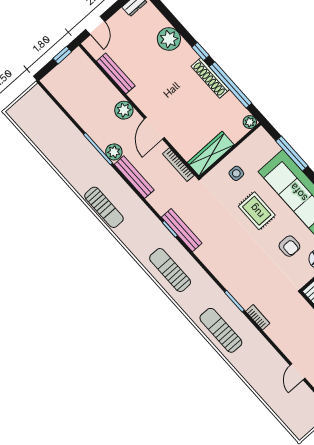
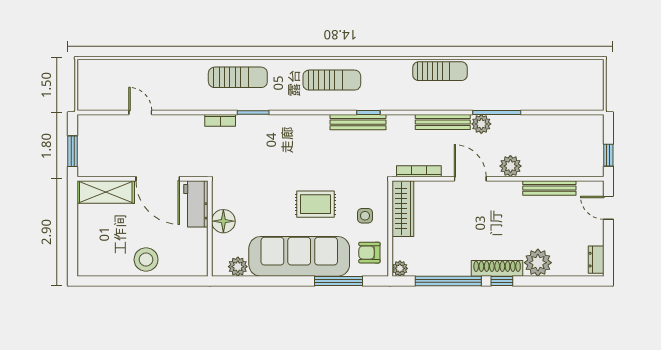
shoe rack: (210, 78) -> (497, 268), moved
sun lounger: (104, 207) -> (440, 71), turned 180
armchair: (289, 246) -> (369, 253), moved

